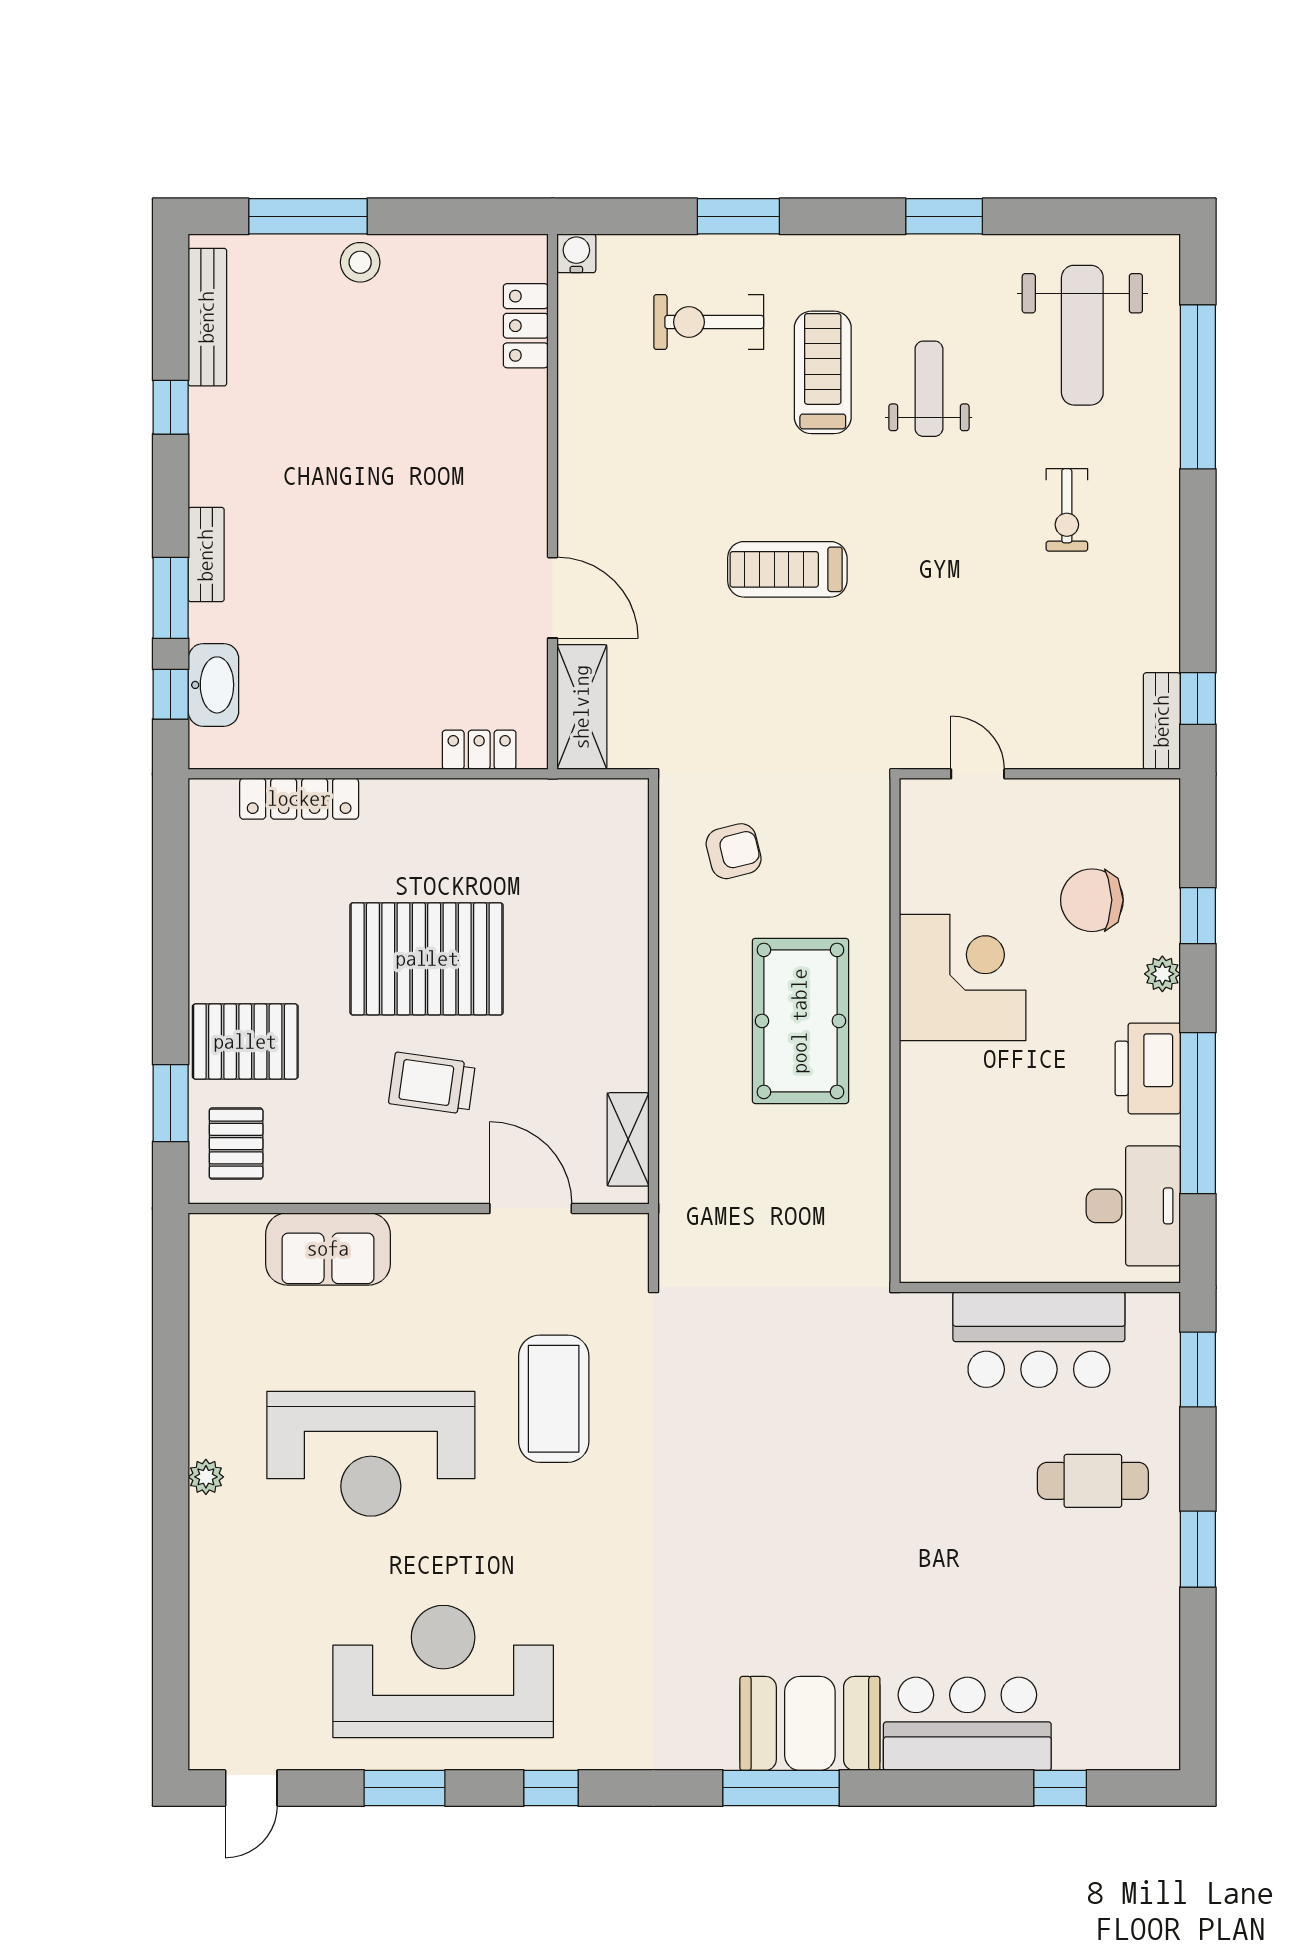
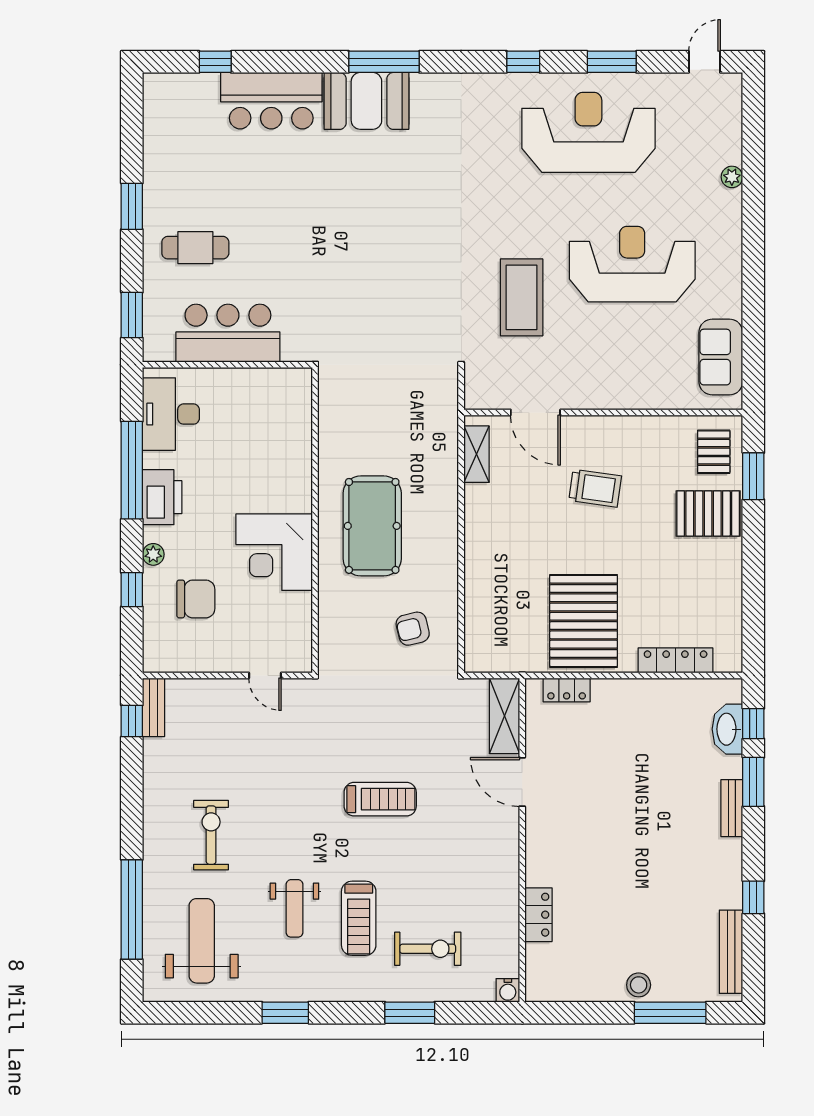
locker: (526, 326) -> (538, 915), moved
exercise bike: (1067, 510) -> (211, 835), width x1.38, depth x1.39
pallet: (427, 959) -> (584, 621), moved, turned 90
sofa: (328, 1249) -> (721, 357), moved, turned -90
plant: (206, 1477) -> (732, 177), moved
reception desk: (443, 1672) -> (588, 132), turned 180

